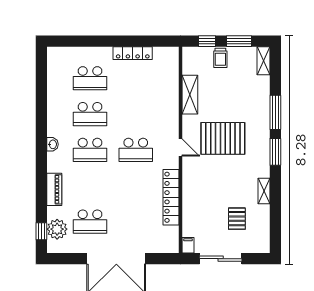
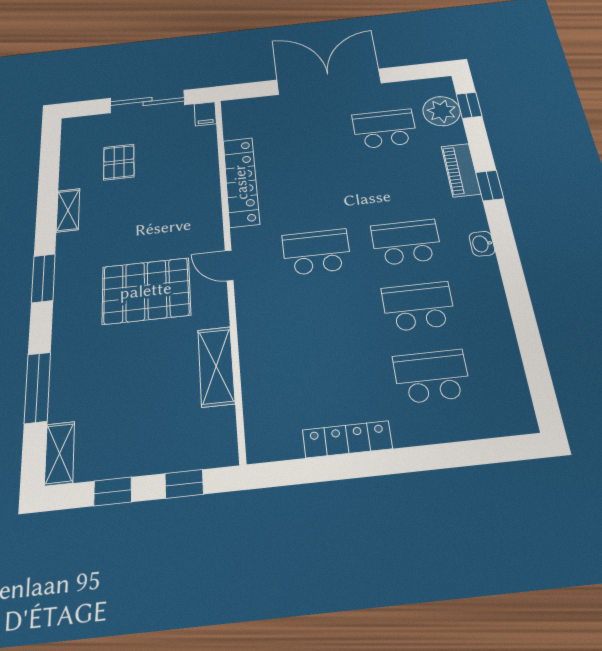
window: (239, 41) -> (113, 492), width x0.67
trolley: (220, 58) -> (154, 450), removed
window: (275, 112) -> (37, 387), moved
window: (41, 178) -> (490, 186), added

